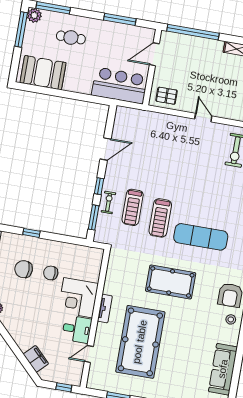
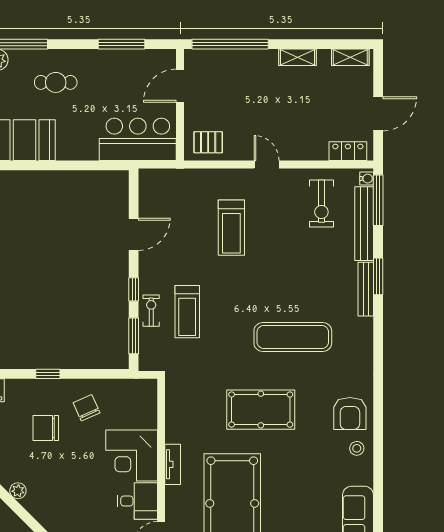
treadmill: (160, 218) -> (231, 228), moved
chair: (51, 273) -> (87, 408), moved, turned 66

